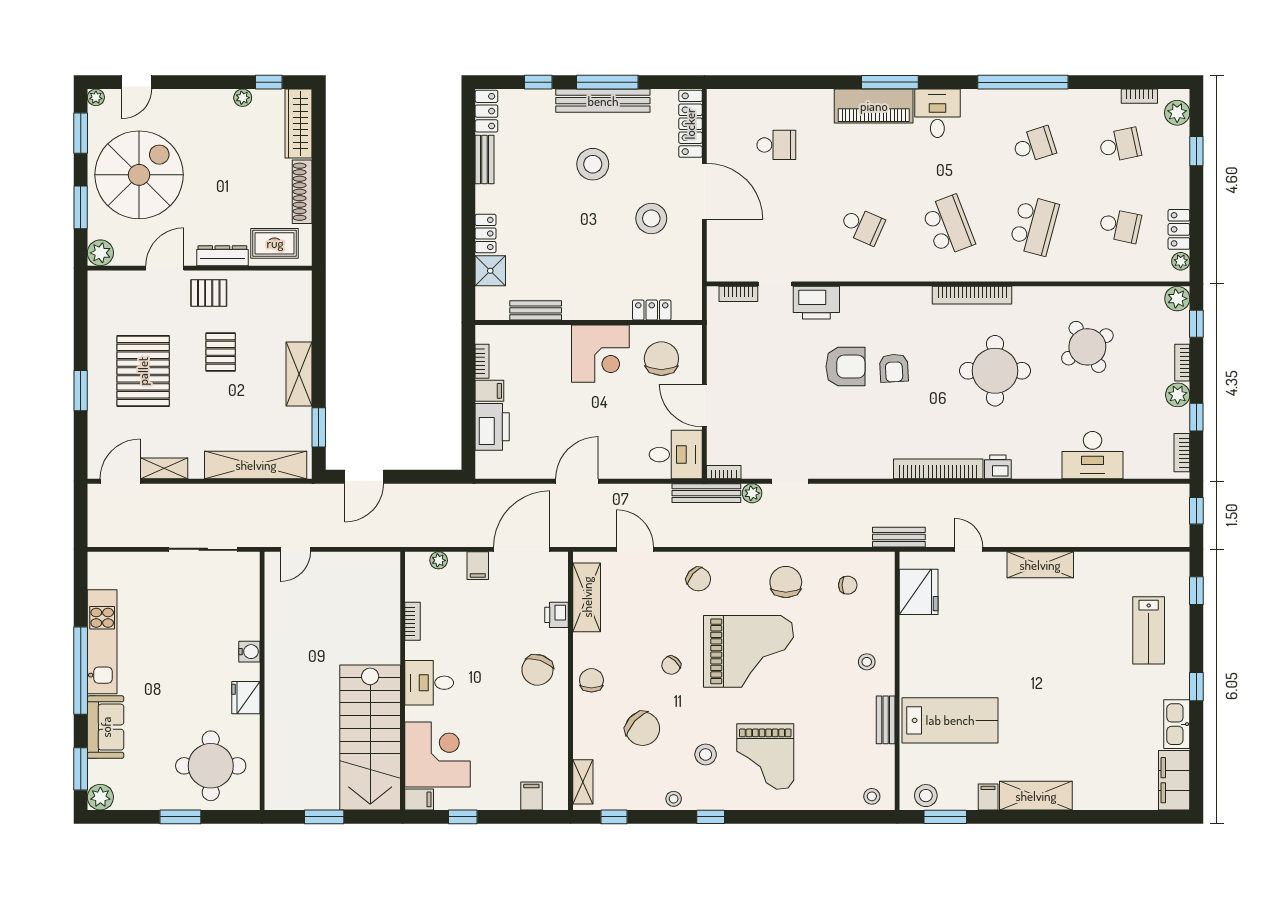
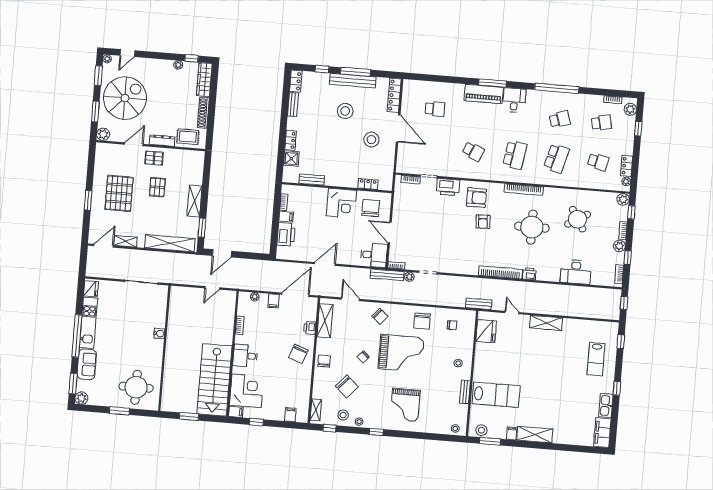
school desk: (948, 226) -> (515, 155), turned 30
armchair: (845, 367) -> (477, 198), moved
door: (295, 549) -> (212, 288), moved
chair: (786, 582) -> (422, 321), turned 180
fridge: (246, 698) -> (91, 289), moved, turned 180
stool: (706, 754) -> (343, 415), moved

